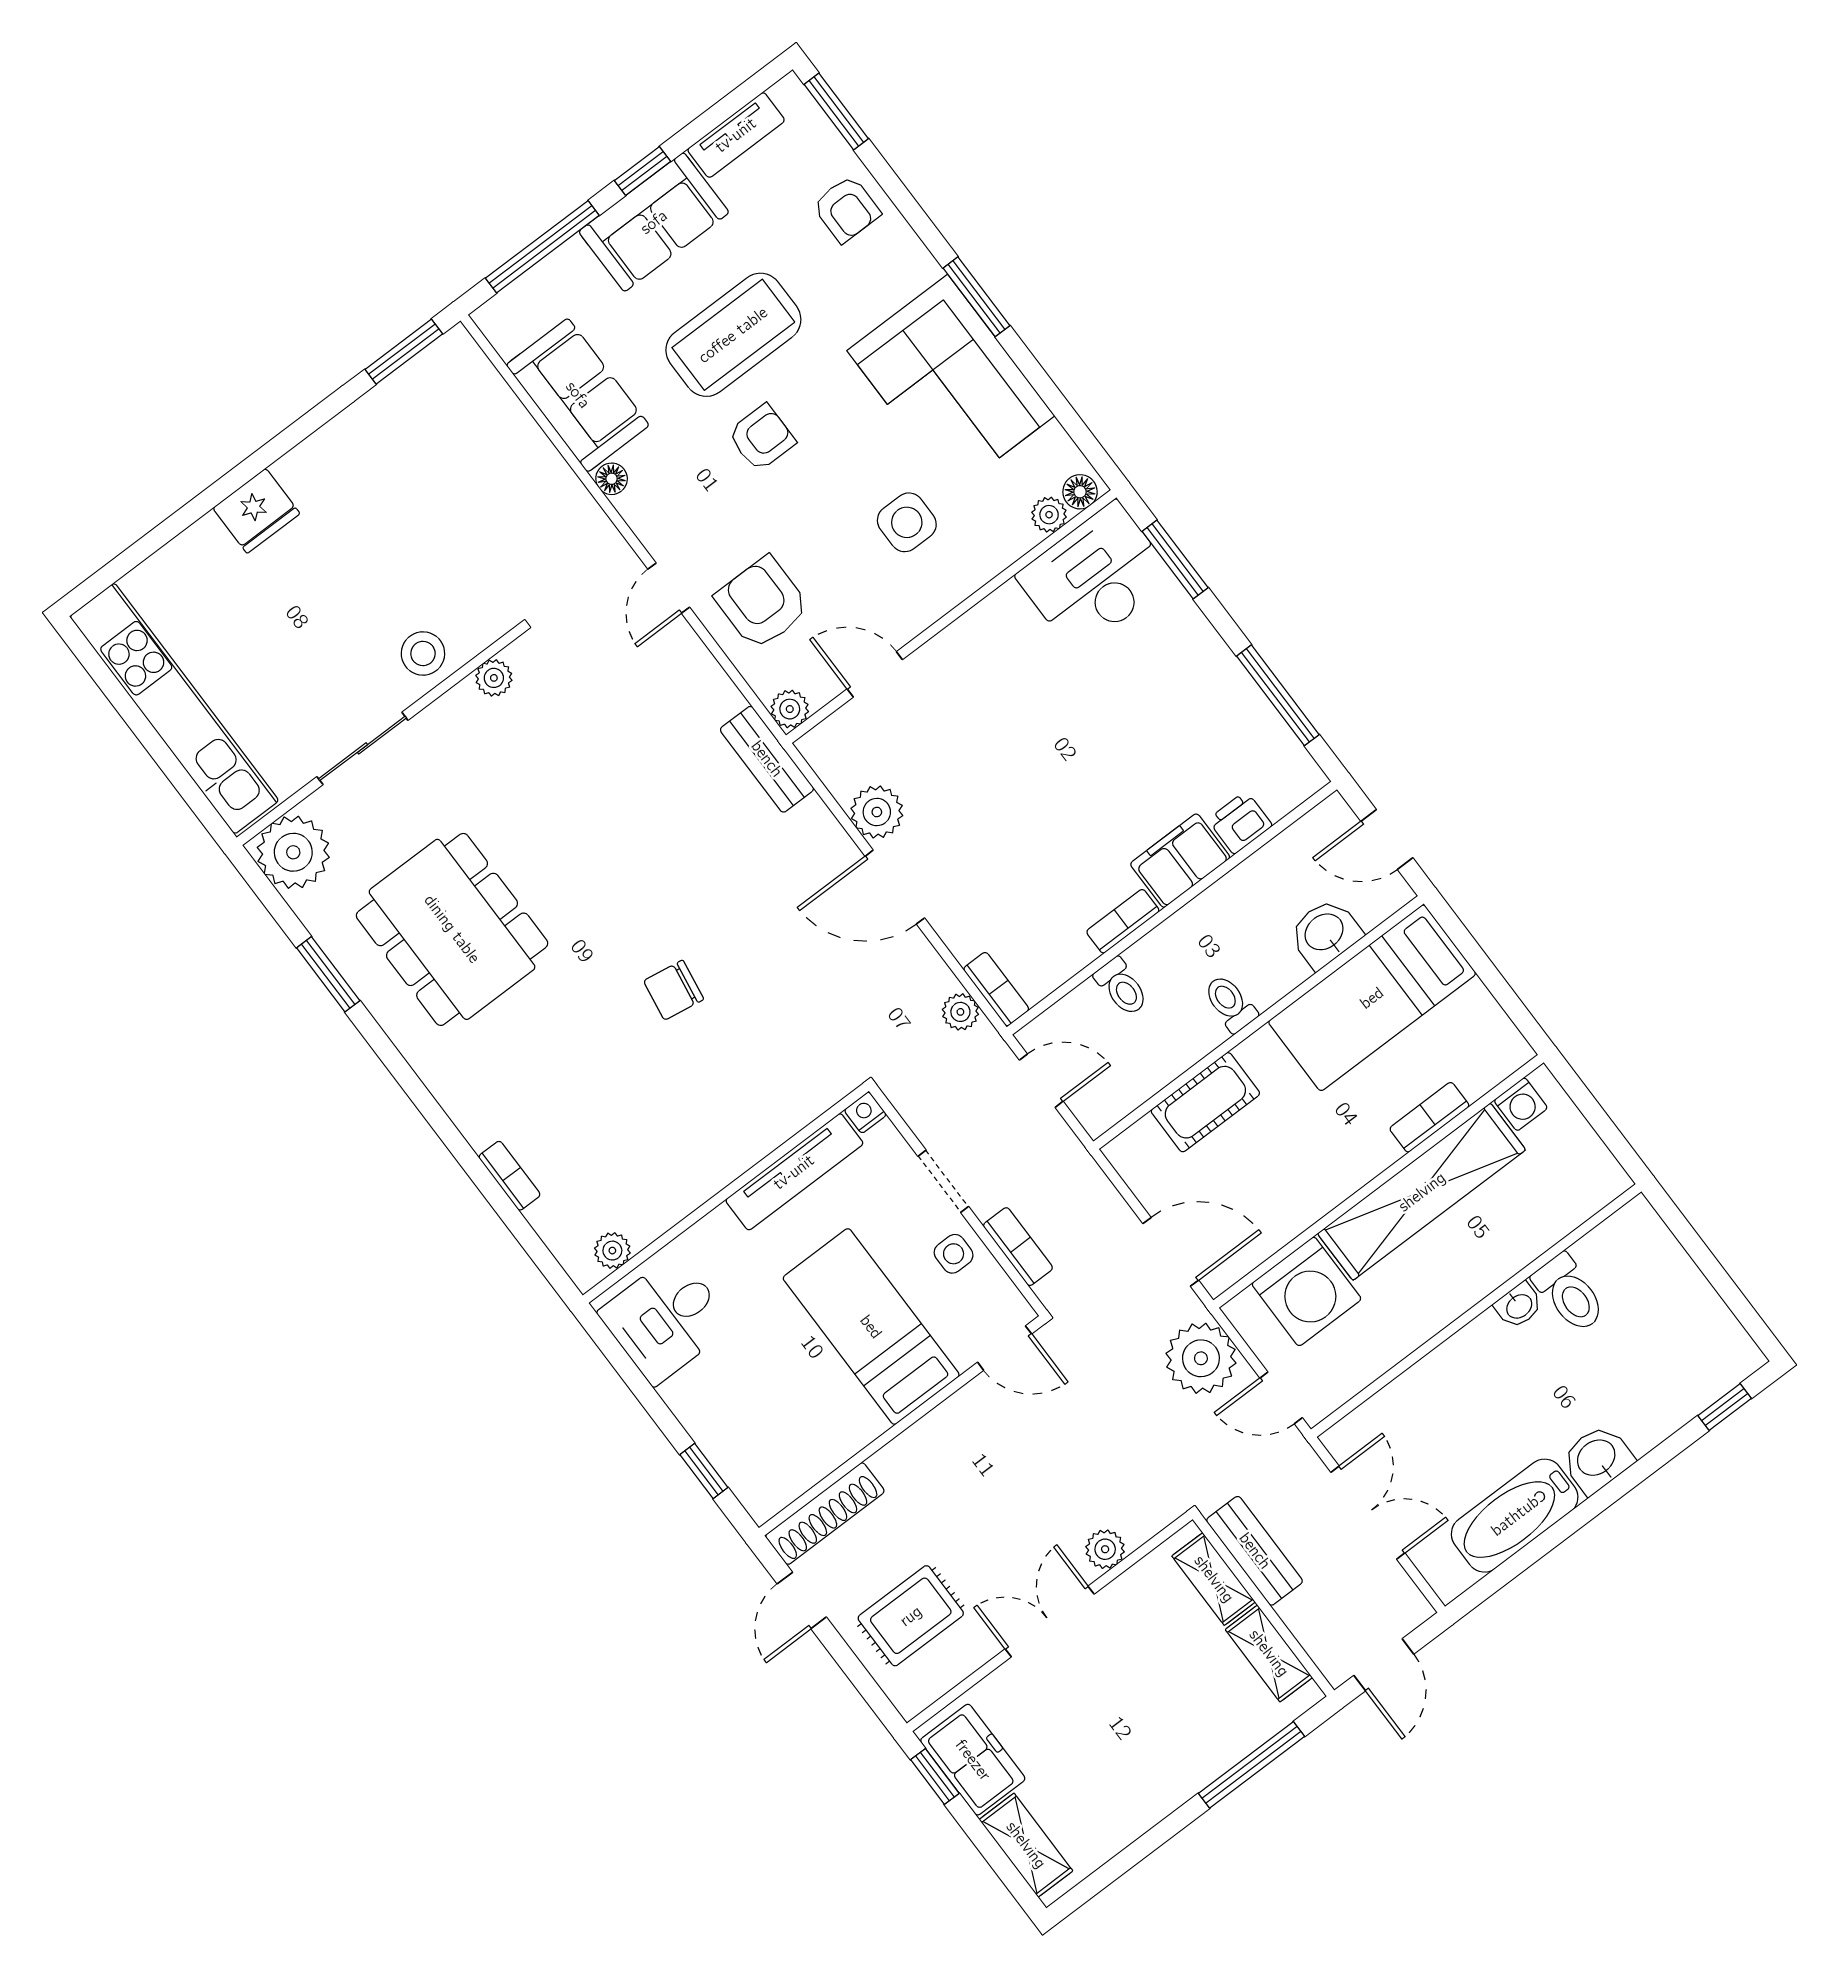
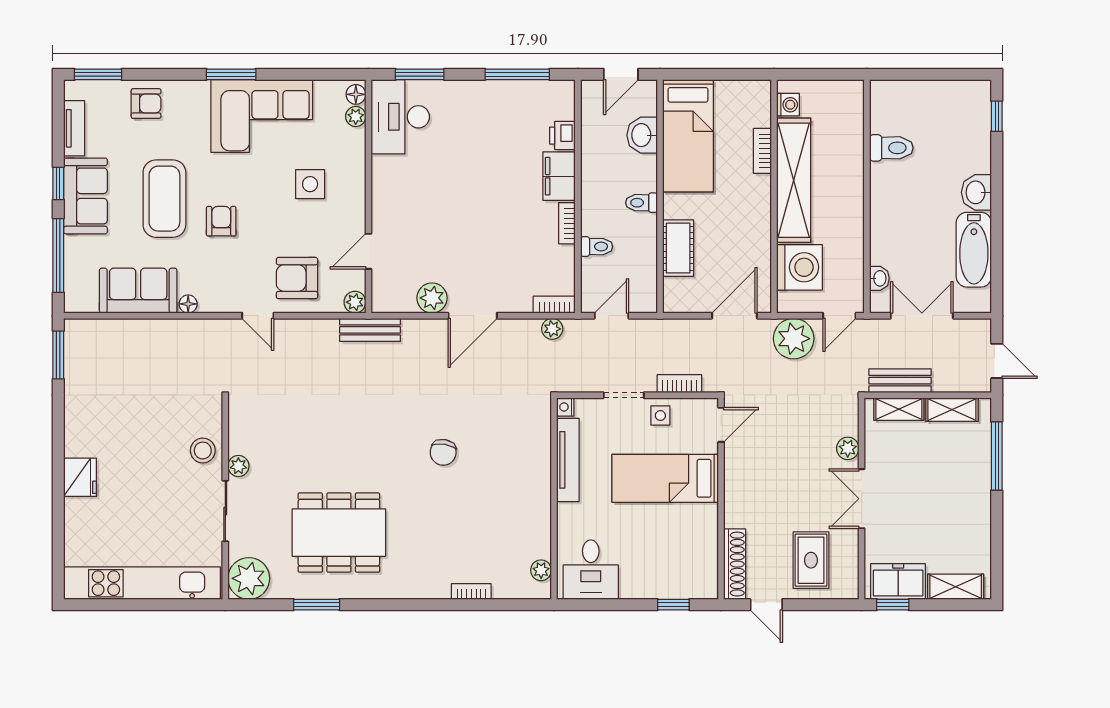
plant: (494, 678) -> (238, 466), moved
washbasin: (1519, 1306) -> (879, 278), moved

